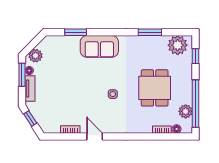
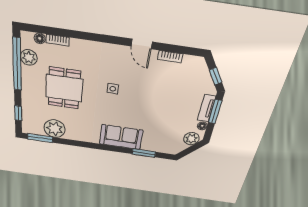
window: (150, 32) -> (40, 138), moved
plant: (178, 45) -> (55, 129), moved
window: (22, 75) -> (215, 112), moved

